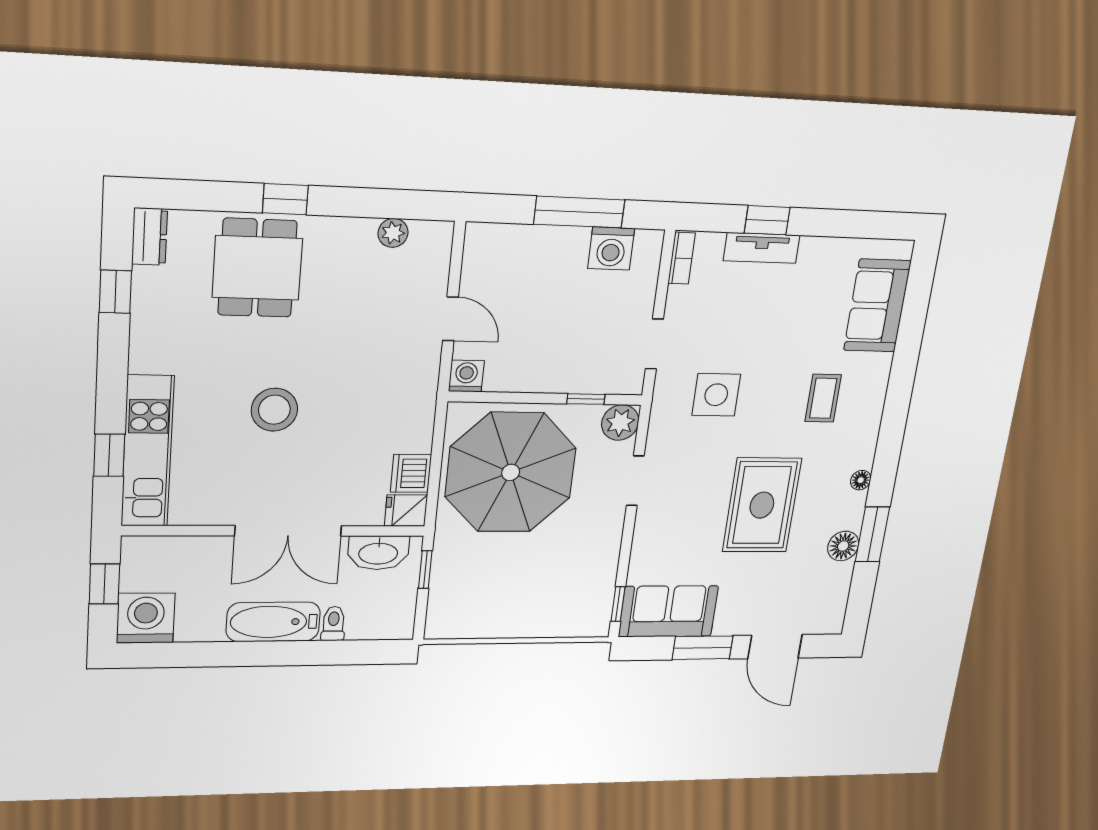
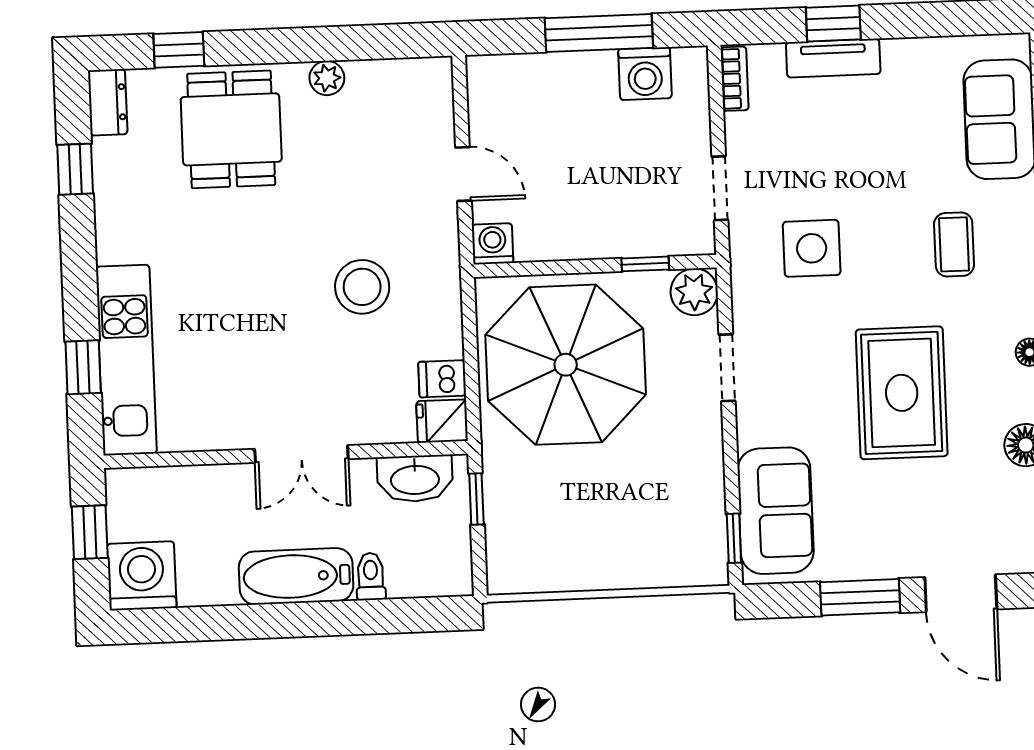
window: (285, 199) -> (179, 50), moved
plant: (393, 233) -> (327, 78), moved
stool: (274, 410) -> (362, 287), moved
dishwasher: (411, 473) -> (442, 379), width x0.73
double door: (288, 531) -> (301, 454), width x0.73
sofa: (668, 611) -> (776, 511), moved, turned 90

